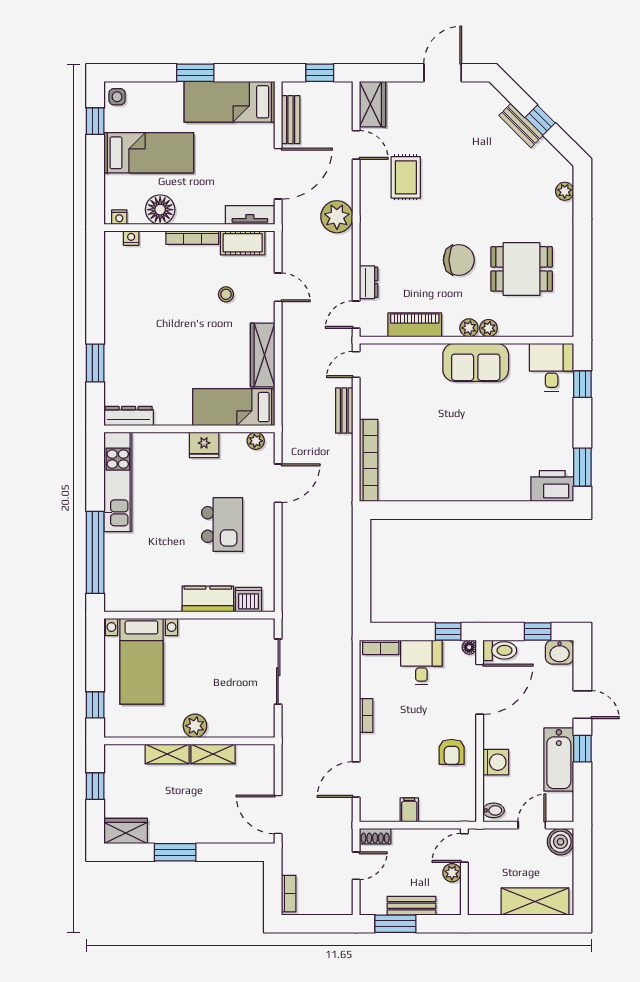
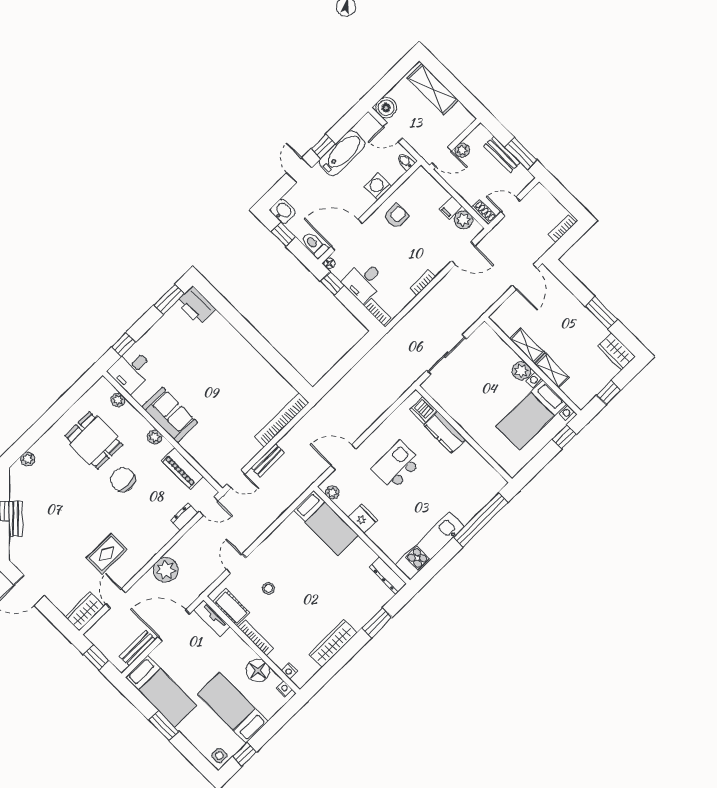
plant: (488, 328) -> (118, 400), moved
wardrobe: (263, 355) -> (333, 644), moved, turned 180
bed with nightstands: (141, 661) -> (531, 415), moved, turned 180
plant: (387, 810) -> (463, 220), added

